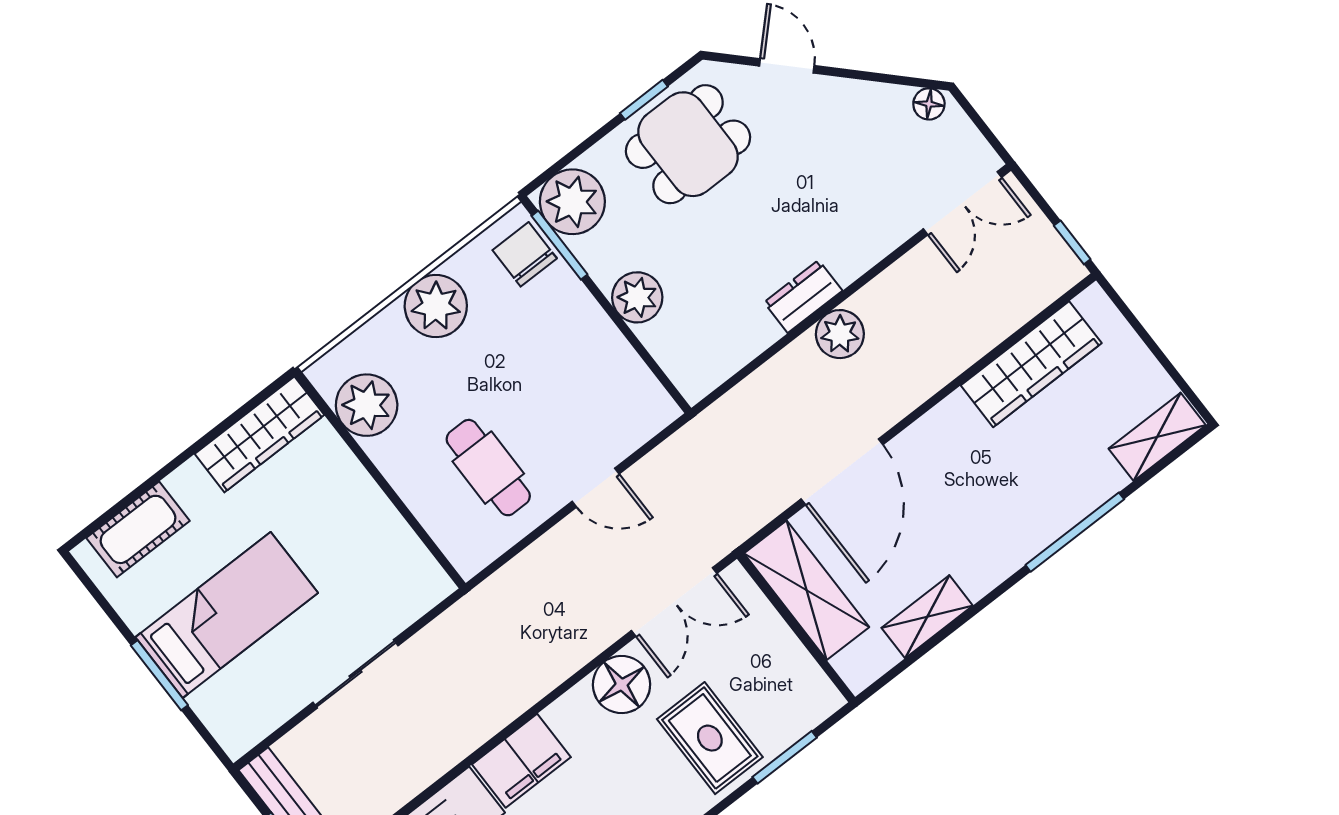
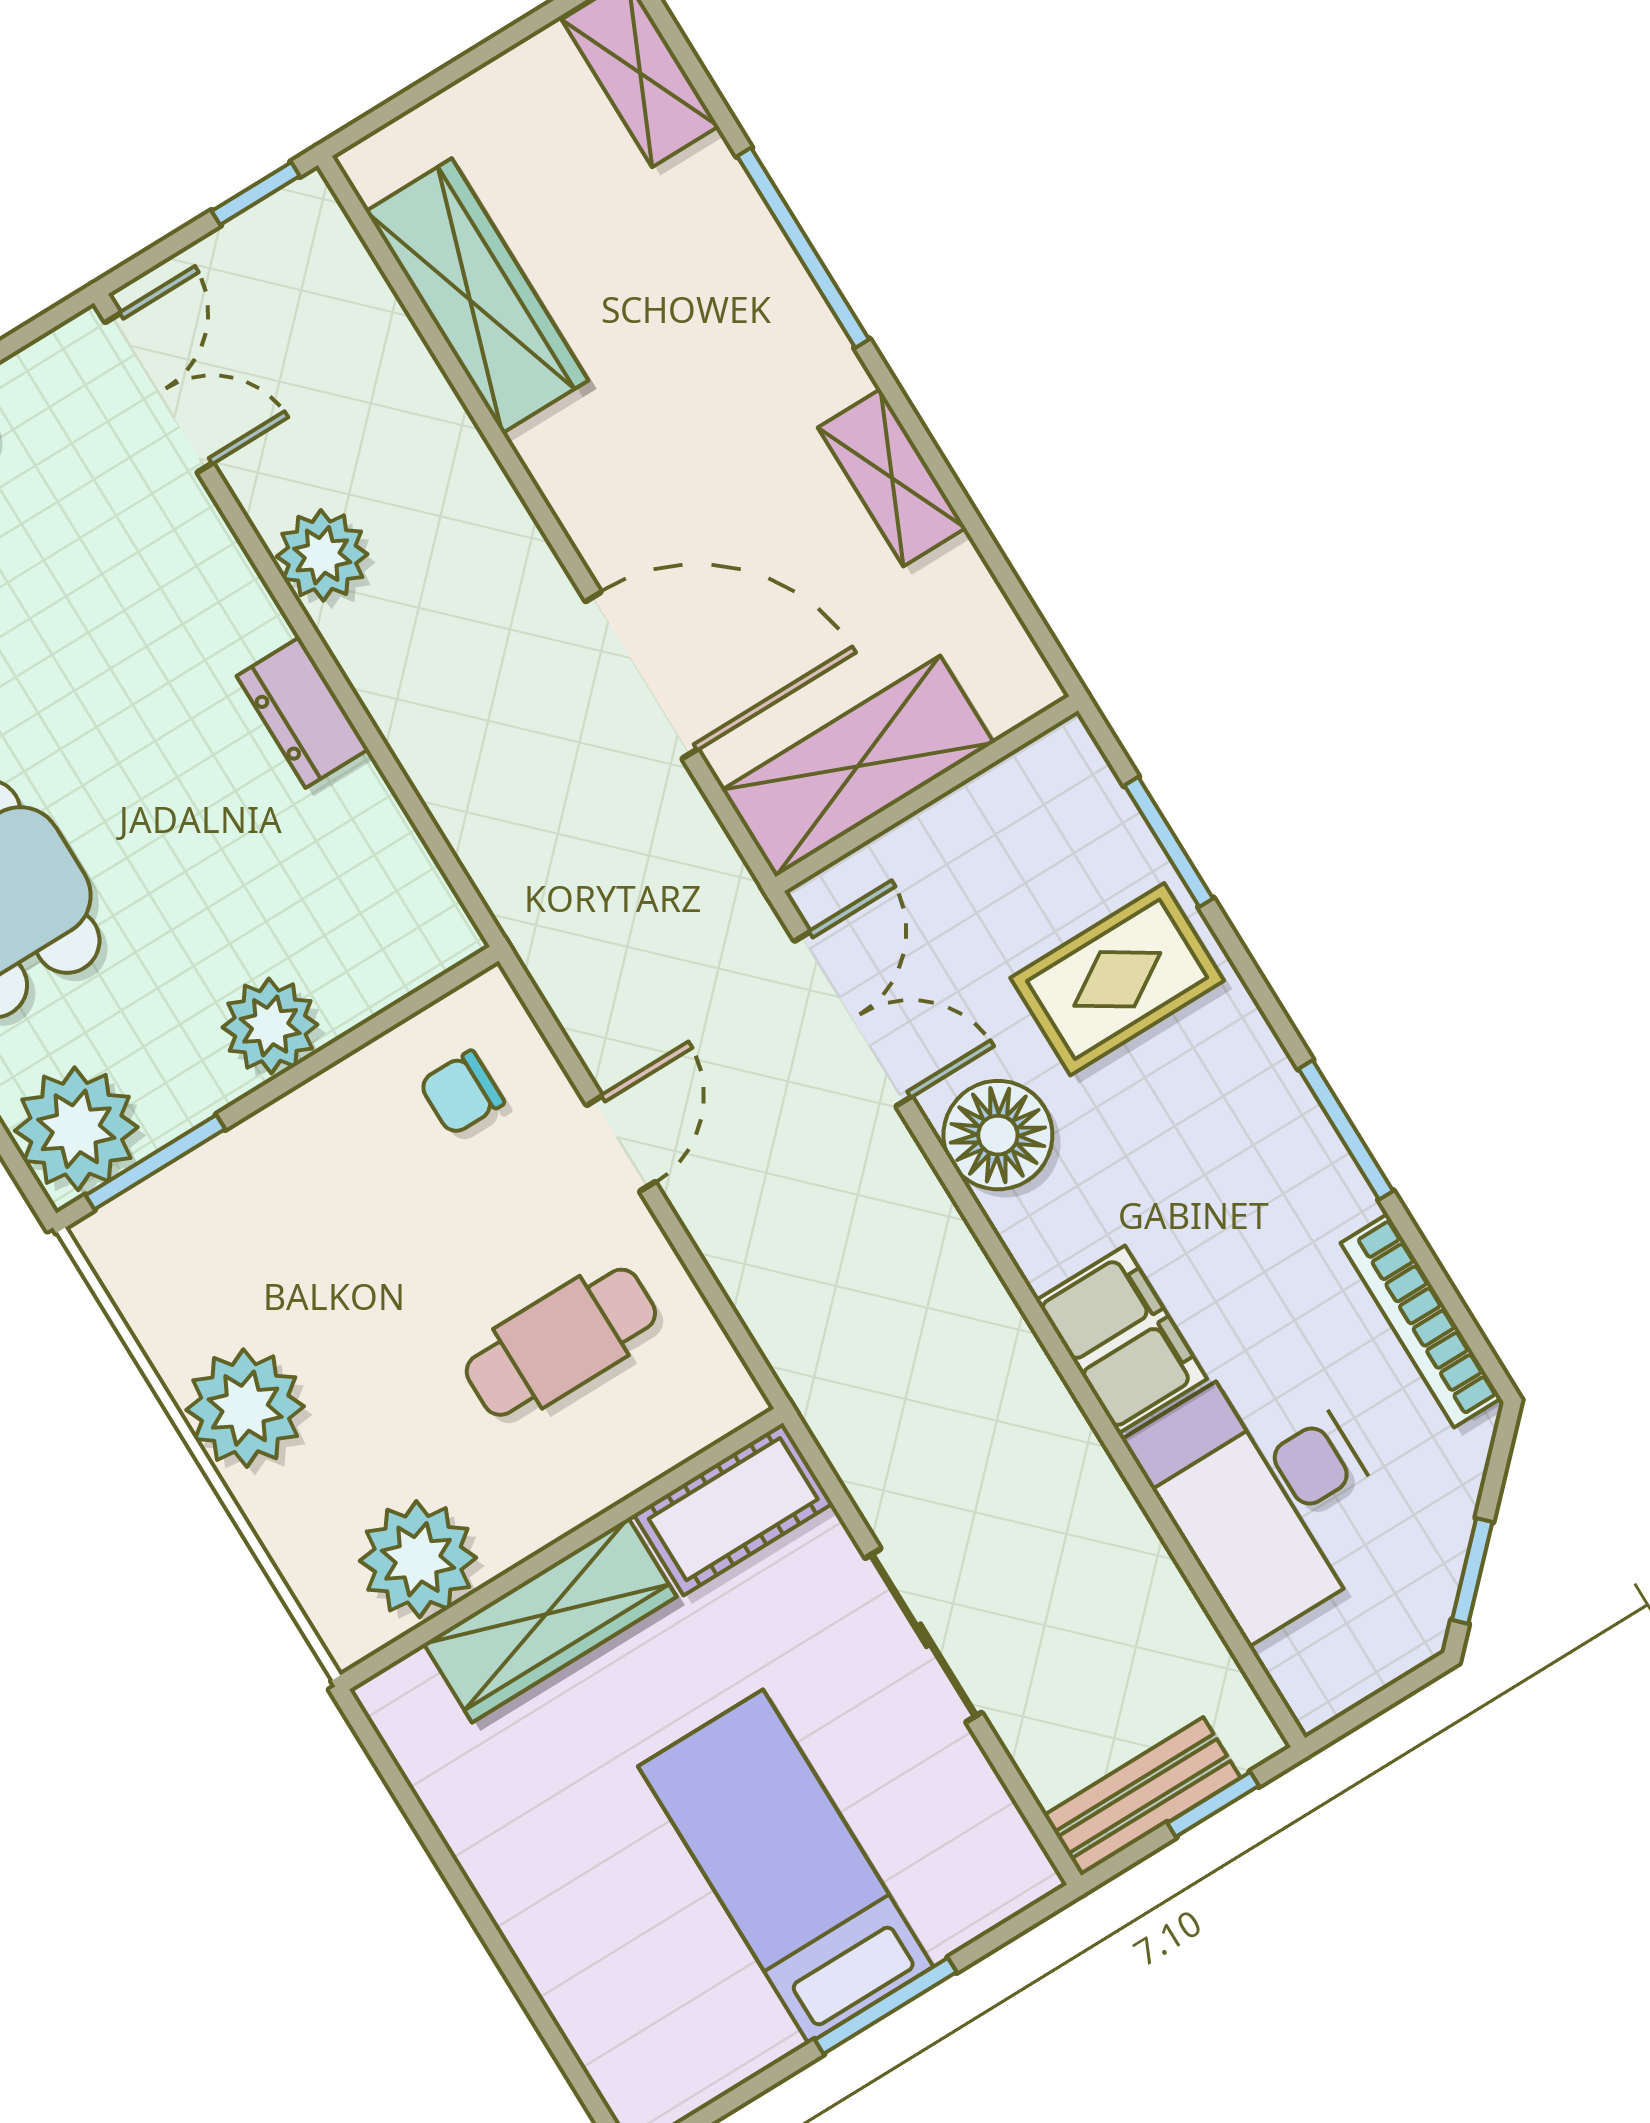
chair: (525, 254) -> (462, 1093), moved, width x0.73, depth x0.73
plant: (840, 334) -> (322, 555), moved
wardrobe: (259, 434) -> (550, 1620), moved, turned 90
cot: (138, 529) -> (733, 1509), moved, turned 90
shelving: (927, 617) -> (892, 478), moved

